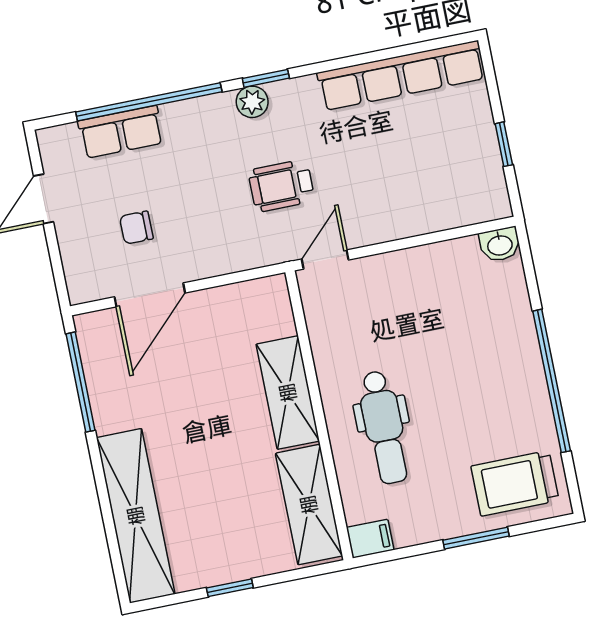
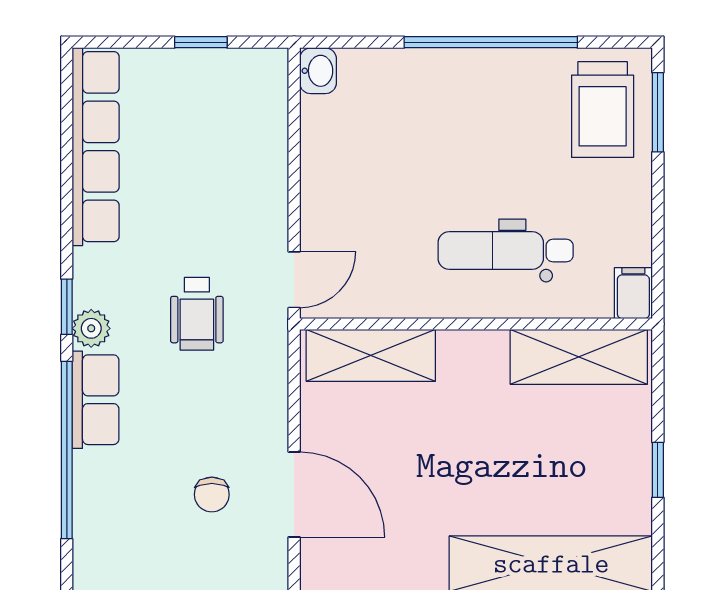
row of seats: (121, 132) -> (96, 400), moved
door: (325, 259) -> (294, 280), swing flipped
shelving: (288, 393) -> (371, 355), moved
dental chair: (384, 427) -> (506, 251), turned 180
window: (476, 538) -> (658, 112), moved

